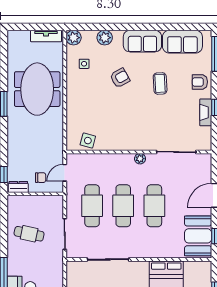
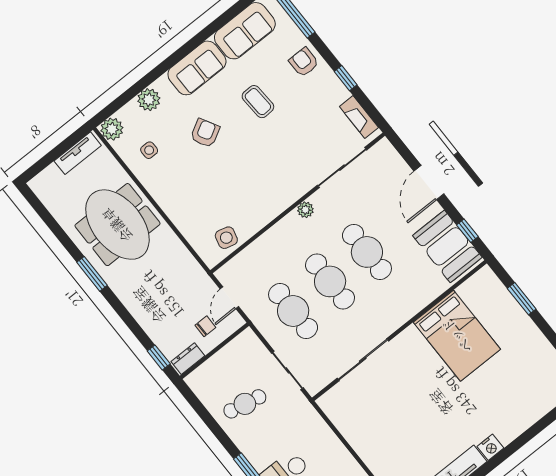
armchair: (200, 82) -> (304, 62), turned 90
fireplace: (206, 112) -> (359, 117), moved

